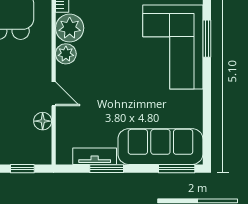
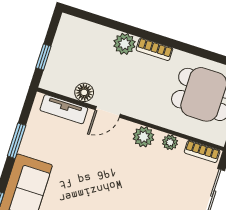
plant: (70, 28) -> (170, 142), width x0.53, depth x0.53
tv unit: (95, 156) -> (64, 109), moved, turned 90

